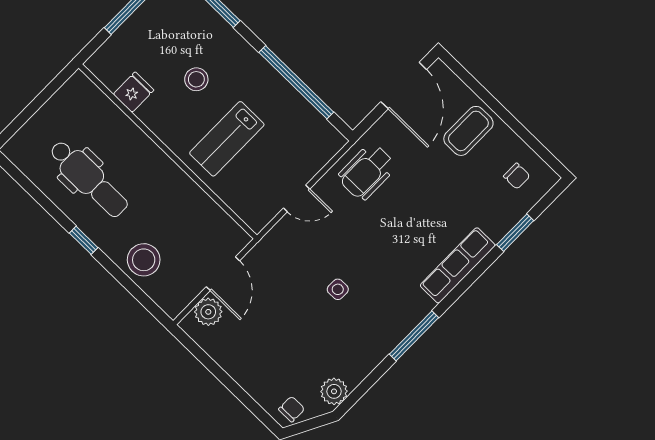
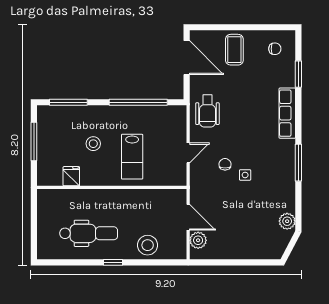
chair: (292, 409) -> (225, 164), moved

